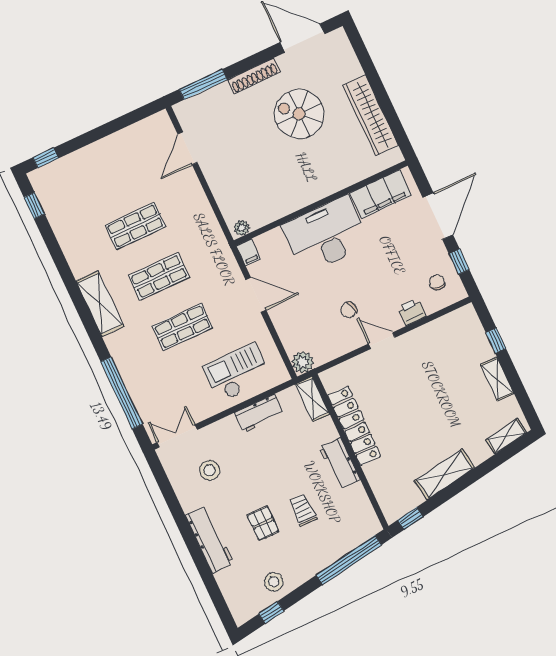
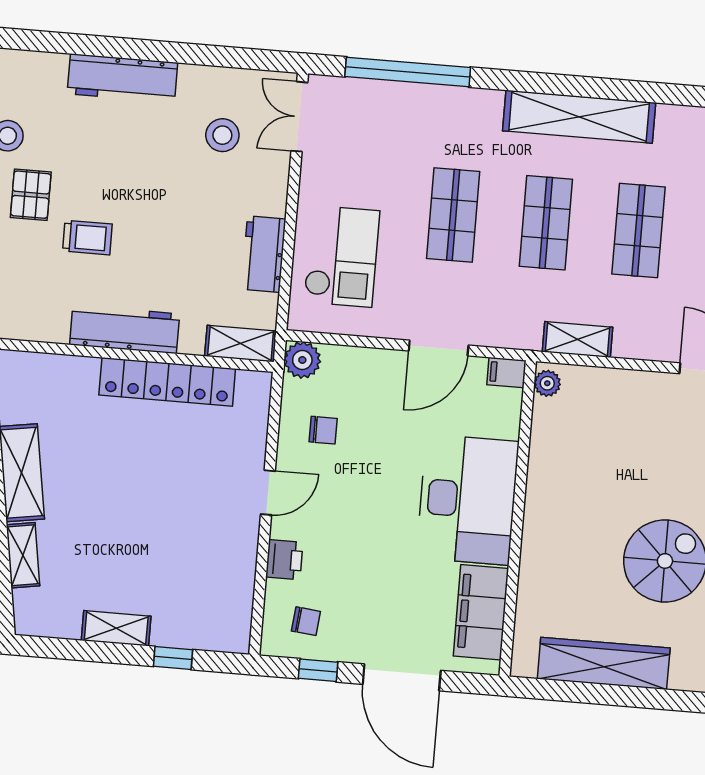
shelving: (210, 225) -> (578, 339), added
shelving: (100, 304) -> (579, 117), width x1.47
chair: (349, 310) -> (323, 430), moved, turned 107
double door: (177, 436) -> (299, 117), swing flipped
shelving: (506, 436) -> (23, 555), moved
workbench: (340, 463) -> (125, 329), width x1.38
pallet: (263, 523) -> (31, 195), moved, turned 90

